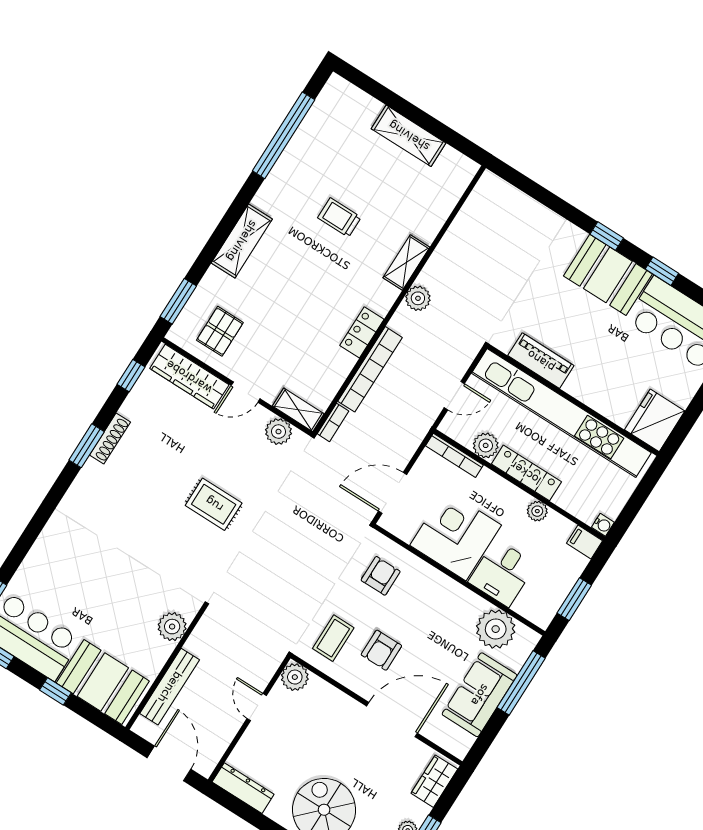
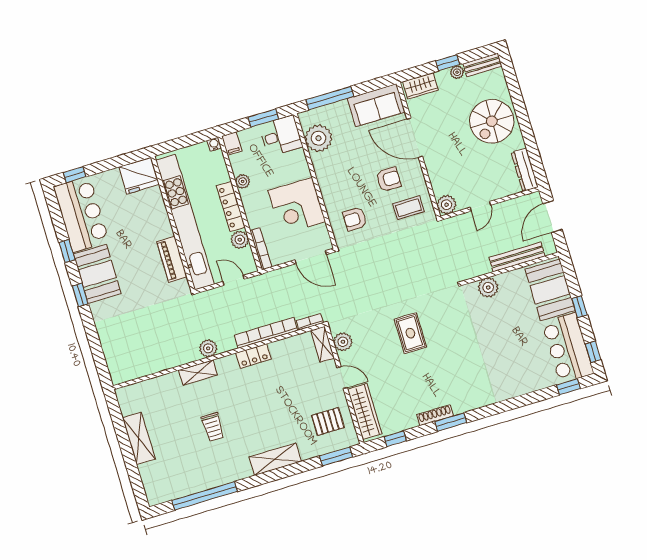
desk: (502, 573) -> (281, 136), moved
sofa: (480, 695) -> (376, 105), moved

